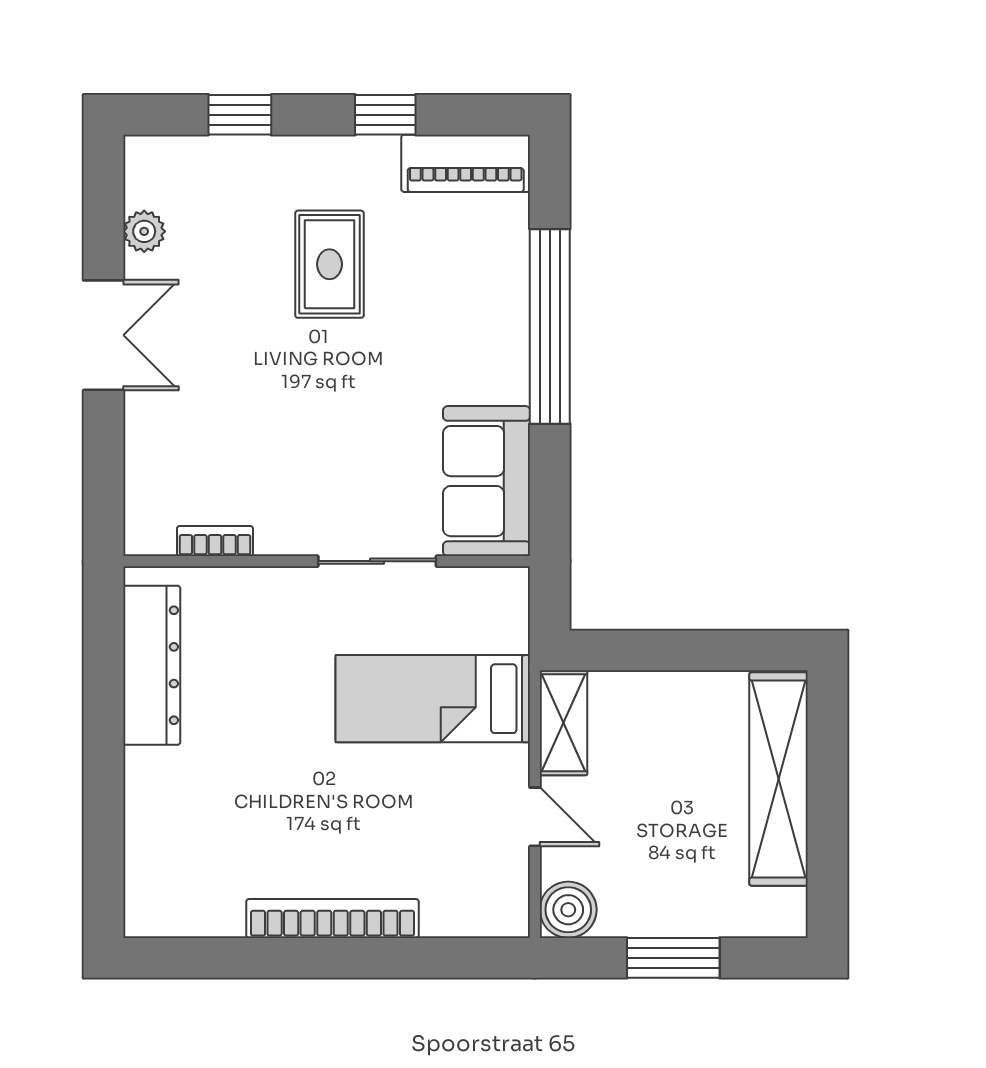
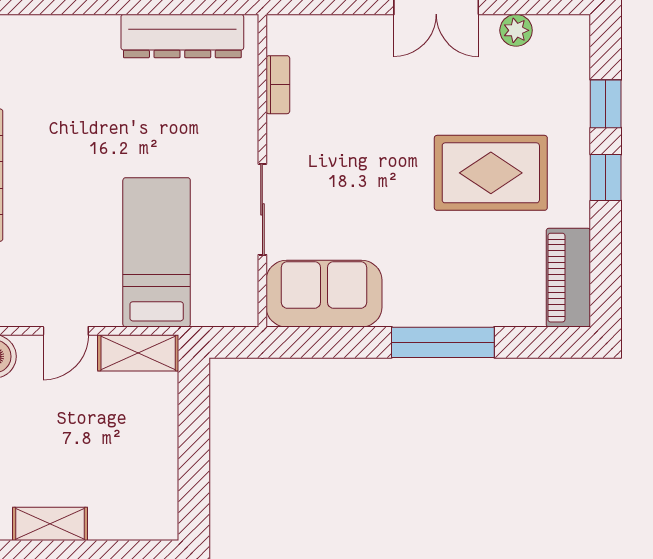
window: (385, 115) -> (606, 178), moved
rug: (329, 264) -> (491, 173), width x1.36, depth x1.43
window: (550, 326) -> (443, 342), width x0.68
shelving: (779, 779) -> (50, 524), width x0.45, depth x0.75

